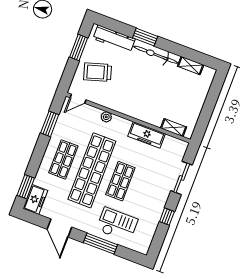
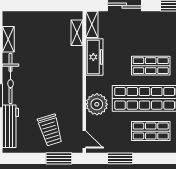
window: (79, 48) -> (59, 158), moved
plant: (106, 117) -> (97, 104), width x1.87, depth x1.87
shelving: (176, 144) -> (92, 24), added

